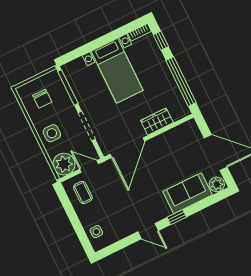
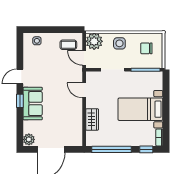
door: (127, 148) -> (84, 90), width x0.53
door: (89, 166) -> (84, 58), swing flipped
sofa: (188, 193) -> (33, 104), moved

